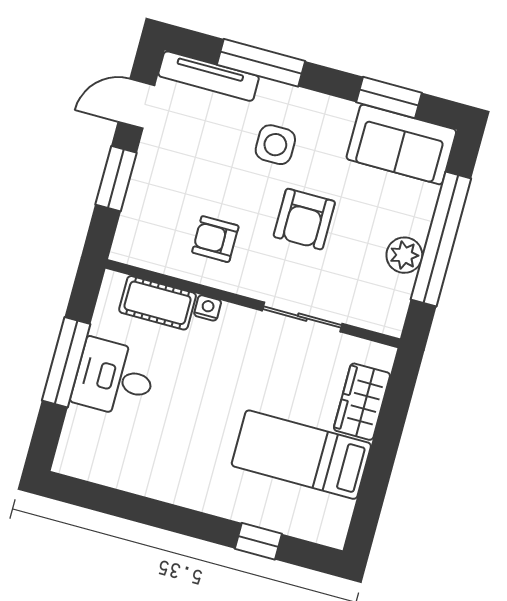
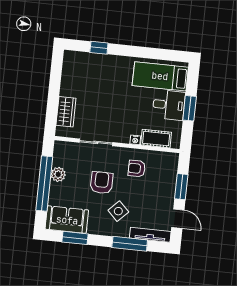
door: (136, 104) -> (178, 219), hinge flipped
side table: (275, 145) -> (118, 211), turned 45
armchair: (215, 239) -> (137, 169), turned 180
window: (66, 362) -> (190, 108), width x0.69
bed: (301, 455) -> (160, 76), moved, turned 180

